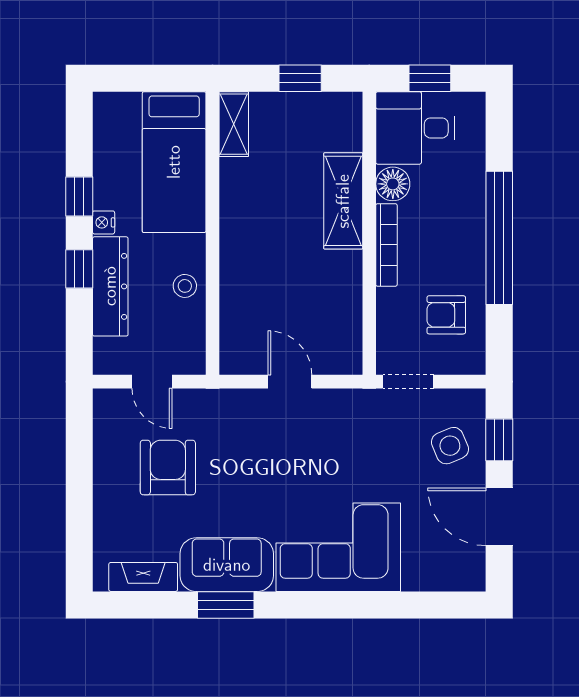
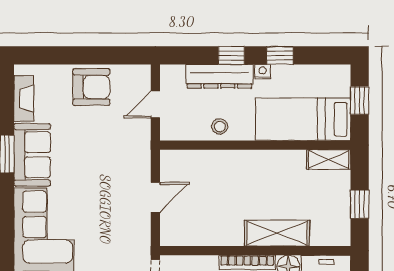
window: (146, 78) -> (360, 100), added
armchair: (168, 468) -> (91, 87), moved

